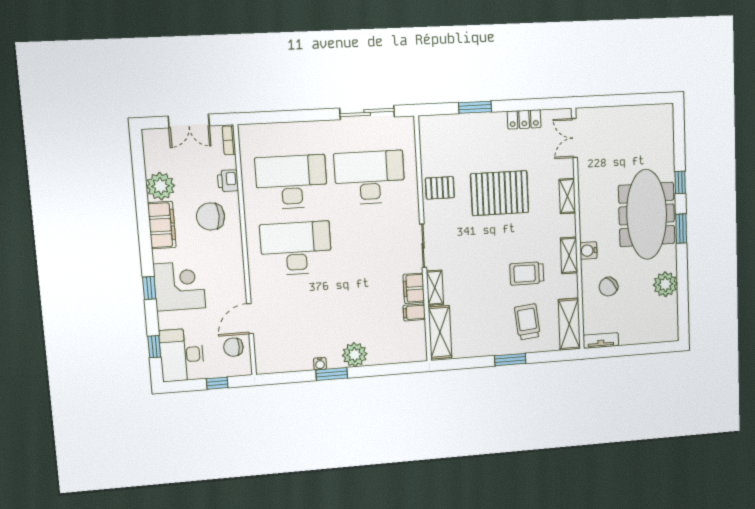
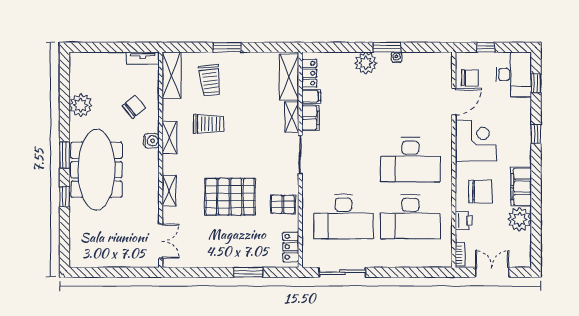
locker: (524, 119) -> (291, 247), moved, turned -90
corner desk: (179, 286) -> (476, 141), moved, turned 180
locker: (418, 338) -> (309, 73), added

